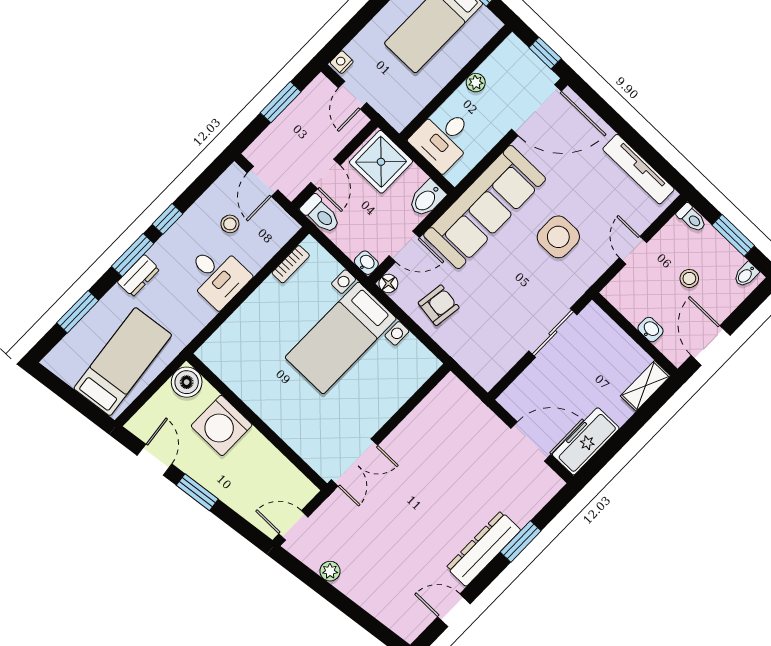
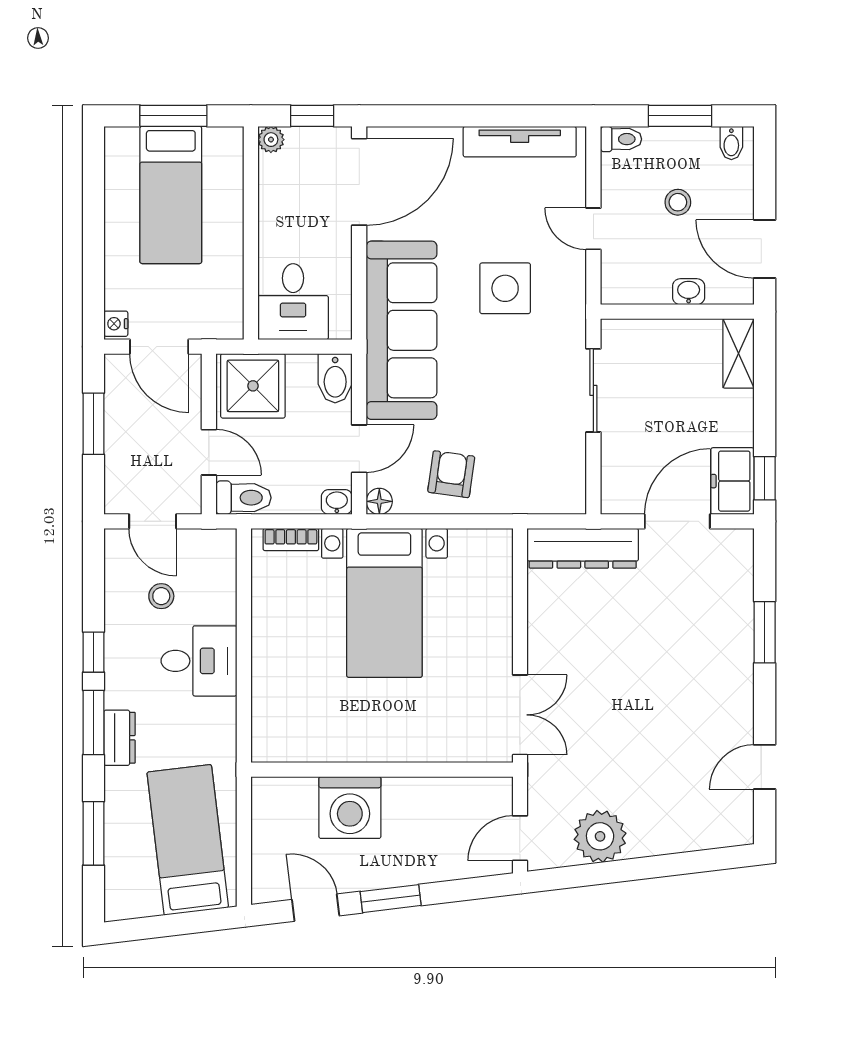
plant: (476, 83) -> (271, 140), moved
door: (353, 95) -> (159, 347), width x1.38
bookcase: (291, 264) -> (291, 540), moved, turned 90
boiler: (187, 382) -> (272, 798), removed
freezer: (586, 441) -> (733, 481), width x0.71
window: (597, 463) -> (765, 478), added
dresser: (483, 549) -> (583, 548), moved, turned -90
plant: (330, 571) -> (600, 836), width x1.88, depth x1.88

